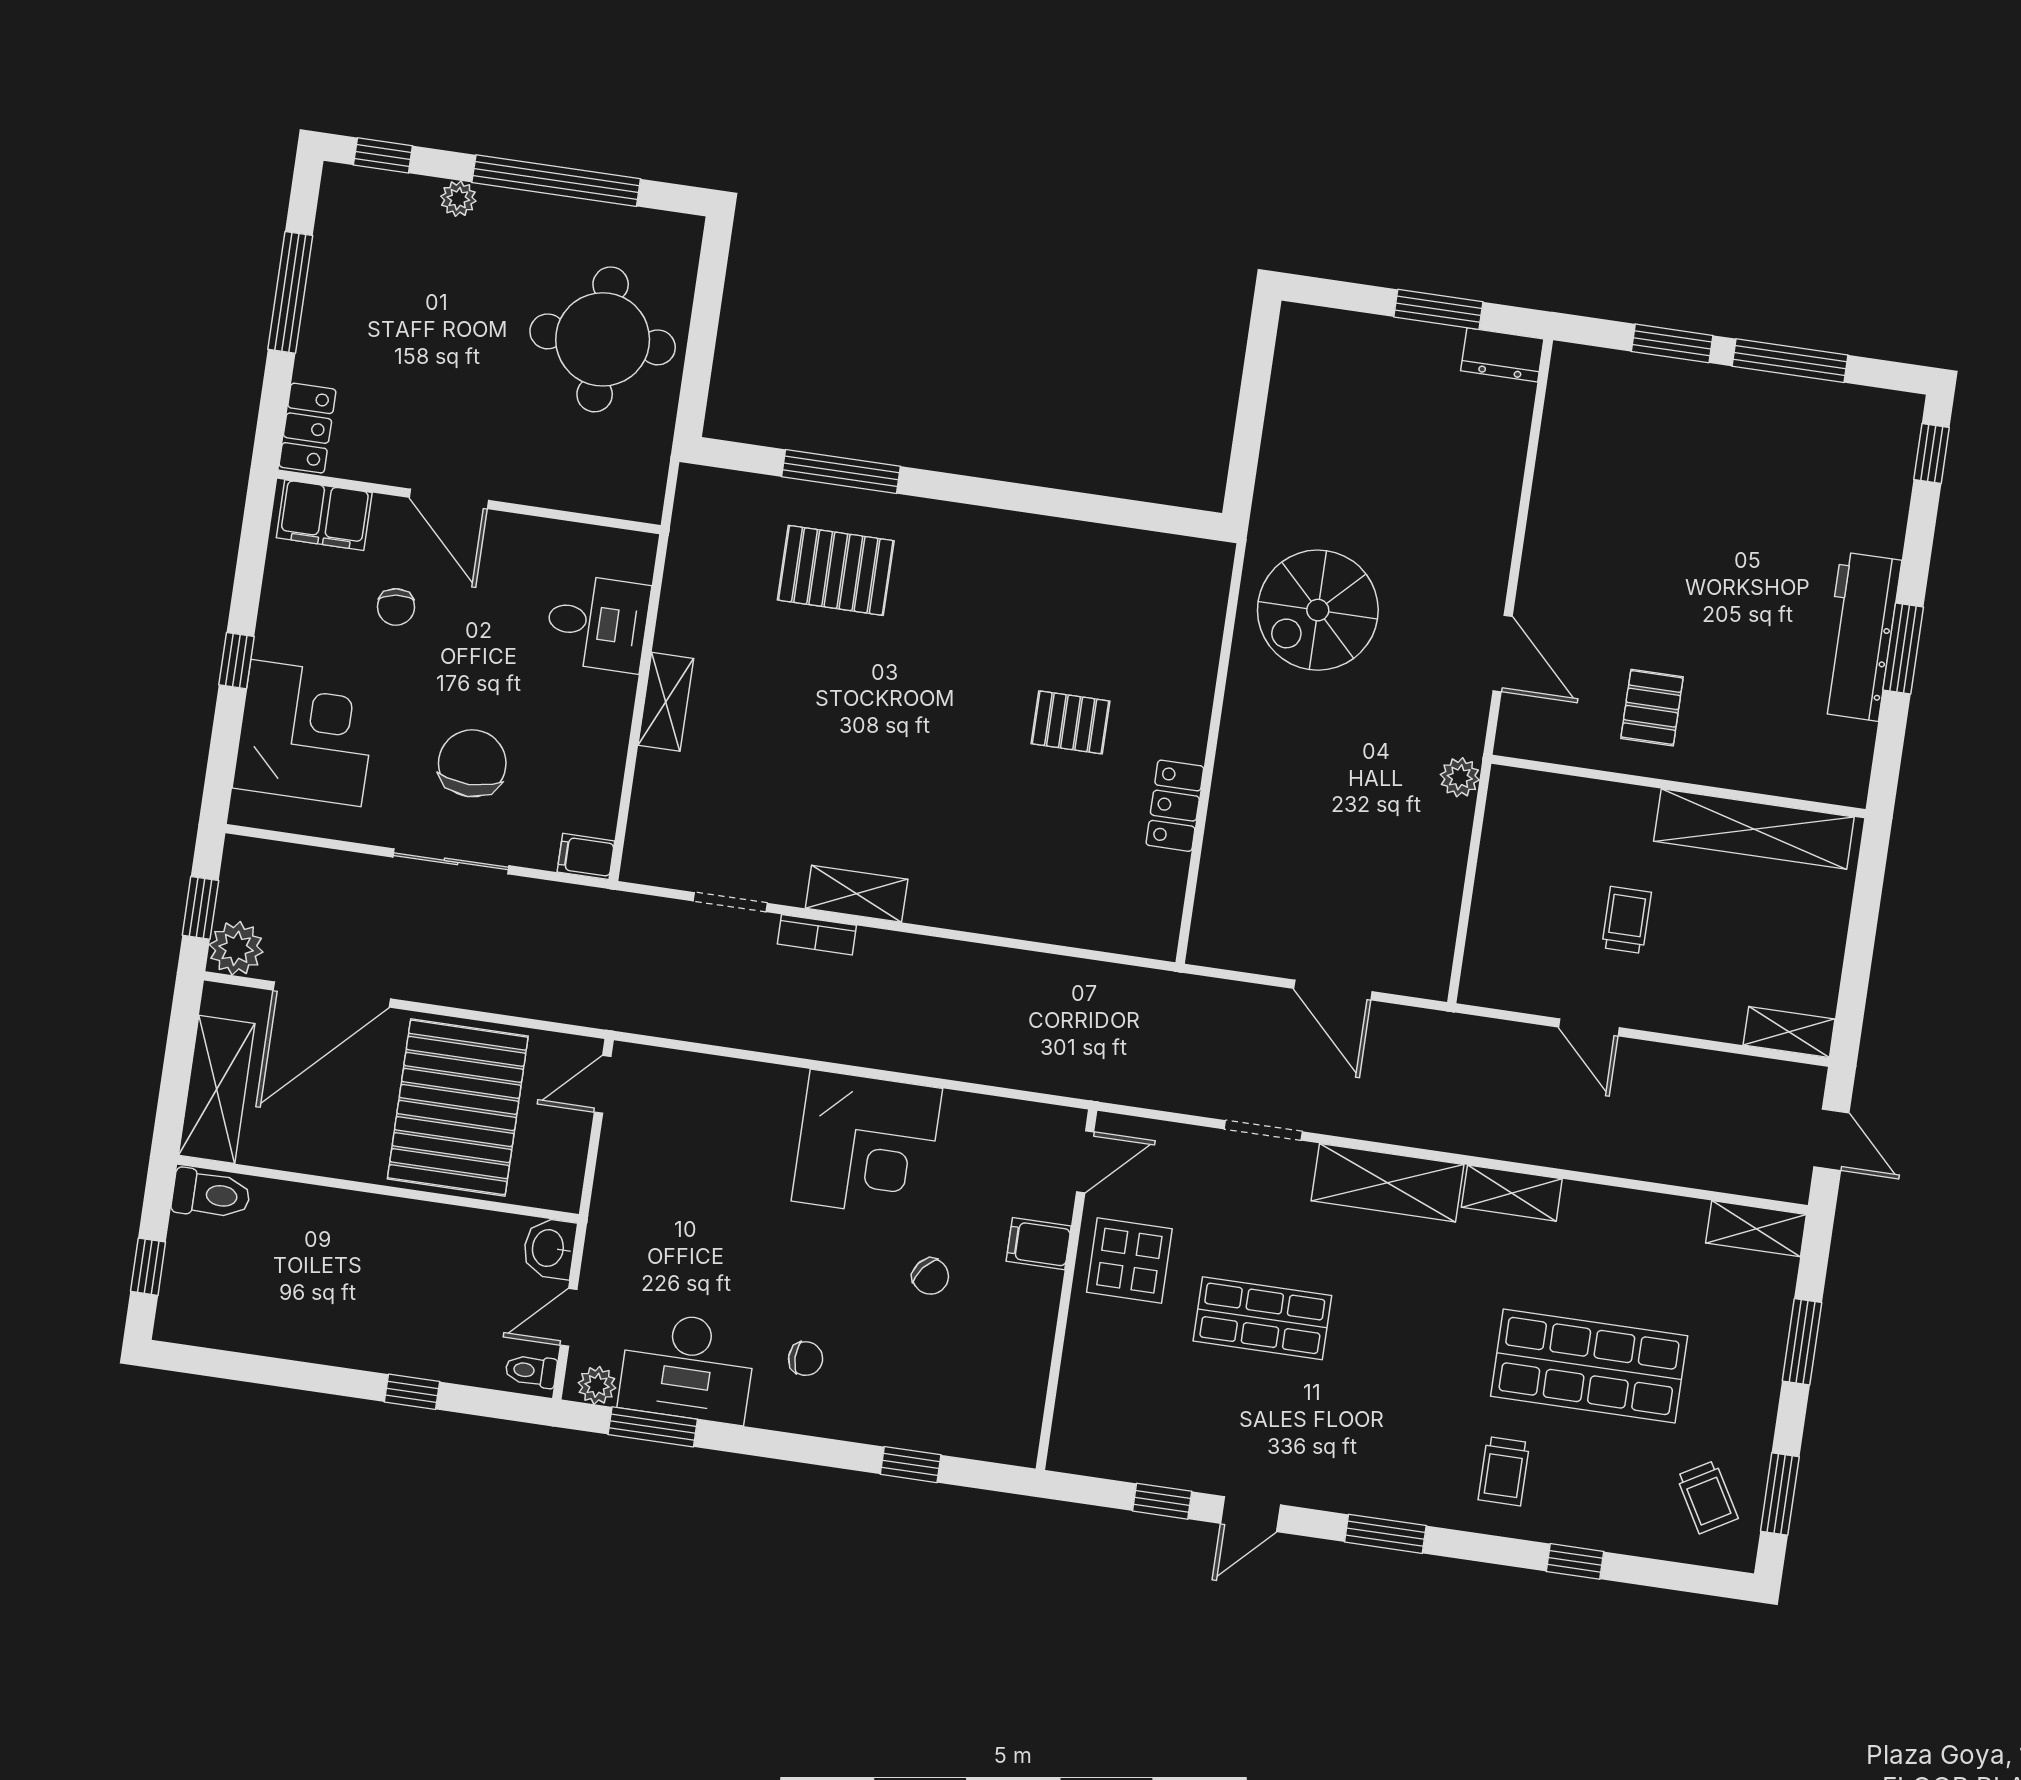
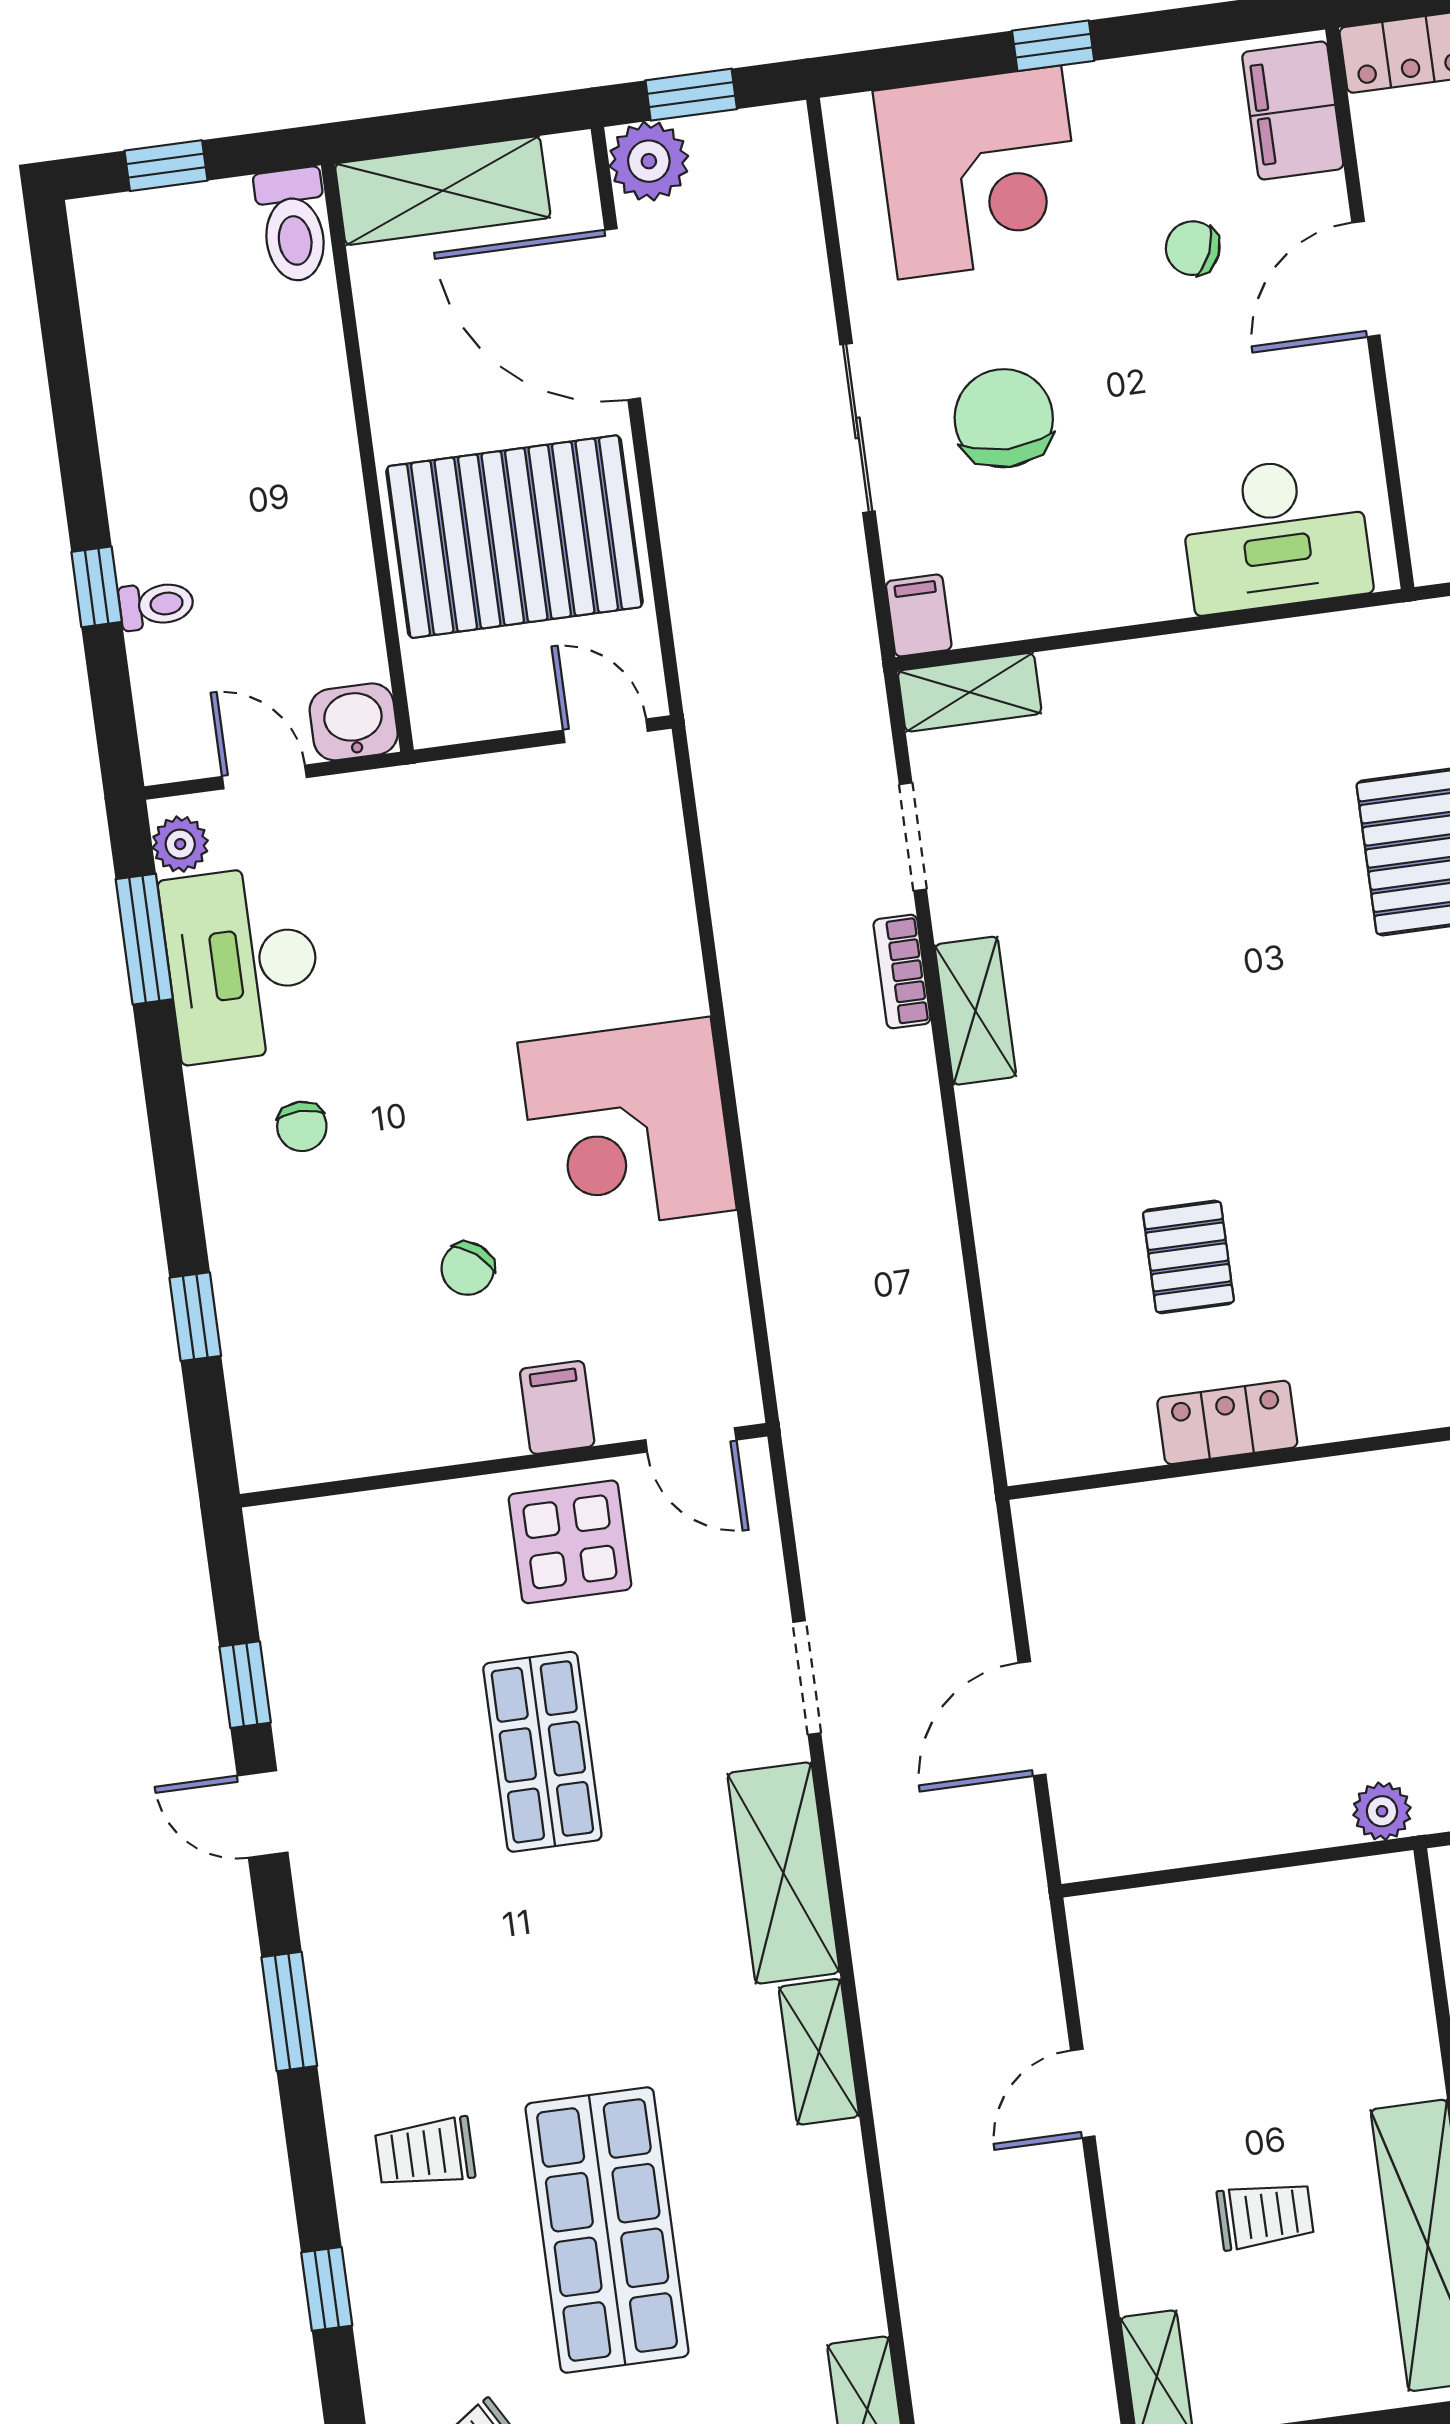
chair: (396, 607) -> (1193, 248), turned 30
desk: (597, 623) -> (1276, 534), width x1.37
shelving: (666, 702) -> (970, 692), moved
pallet: (1071, 722) -> (1188, 1257), moved
chair: (472, 763) -> (1004, 418), turned -90
trolley: (1626, 920) -> (1265, 2215), moved
toilet: (531, 1371) -> (156, 605), moved, turned 90

